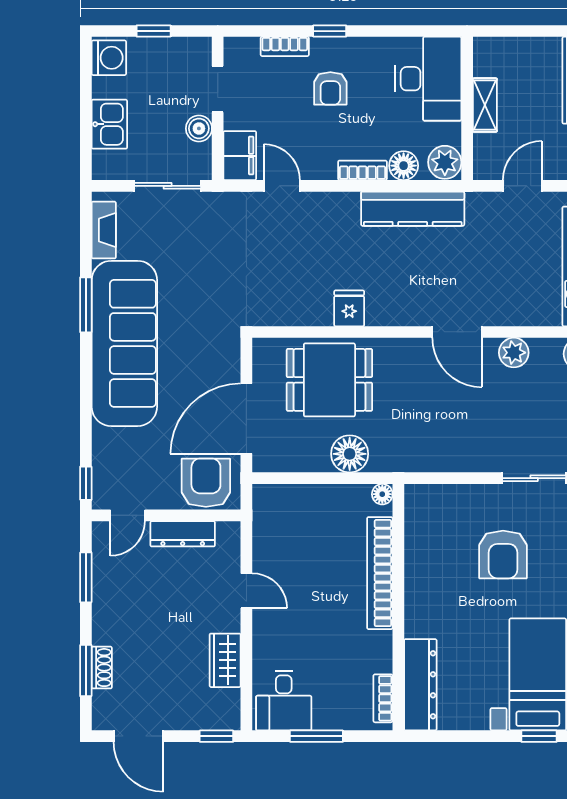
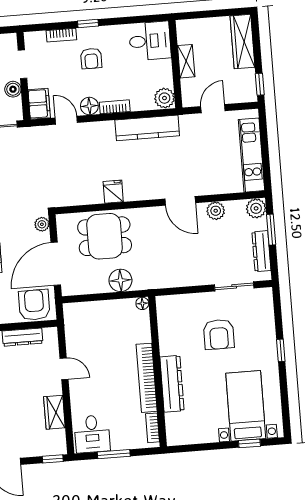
desk: (428, 79) -> (150, 41), width x0.73
floor lamp: (404, 166) -> (89, 106), moved
plant: (229, 352) -> (42, 224), added
bookcase: (380, 573) -> (147, 378), moved
dresser: (420, 685) -> (172, 384), moved

